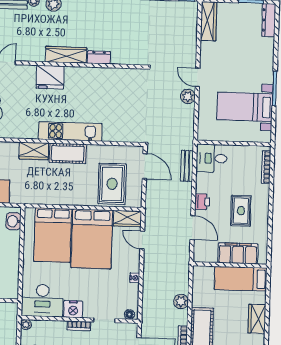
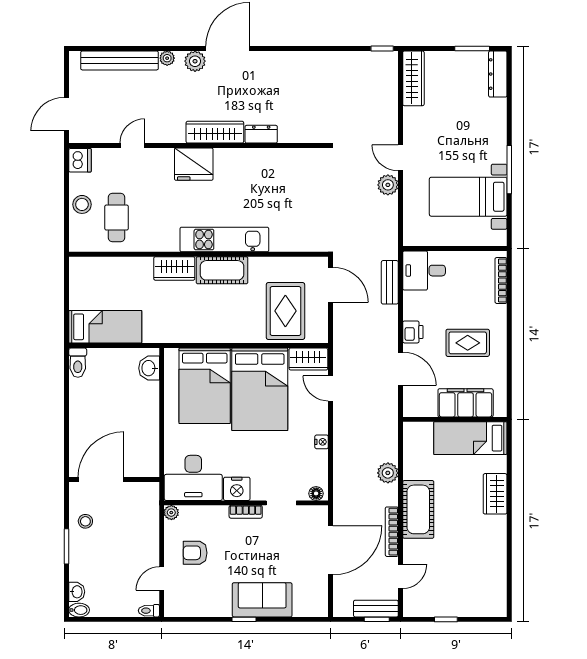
rug: (241, 211) -> (468, 343), turned 90

